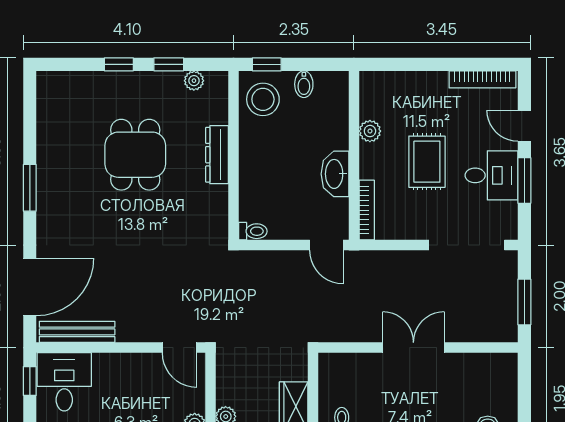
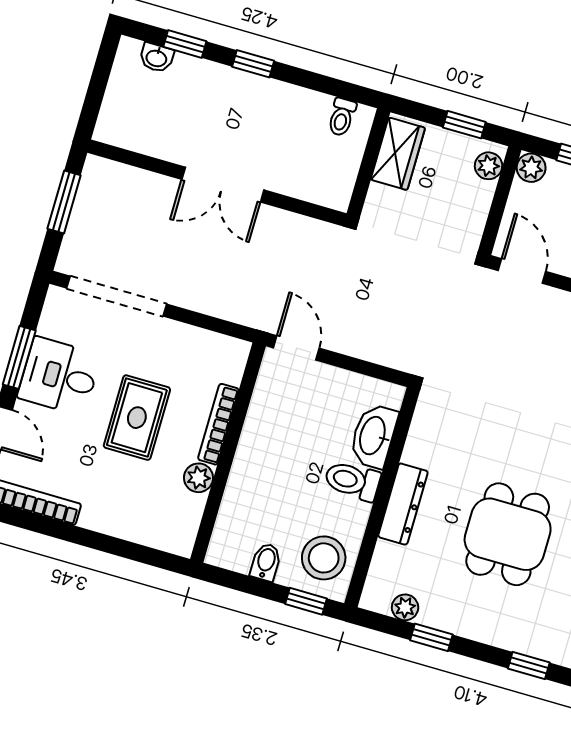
window: (119, 64) -> (529, 666), moved
washbasin: (335, 174) -> (373, 436), moved, turned 180
bookcase: (367, 210) -> (218, 424), moved
toilet: (253, 231) -> (352, 481), moved, width x1.37, depth x1.39

